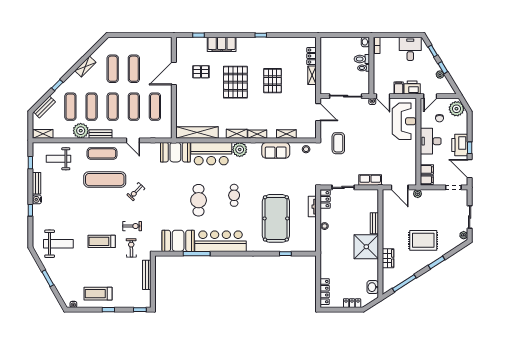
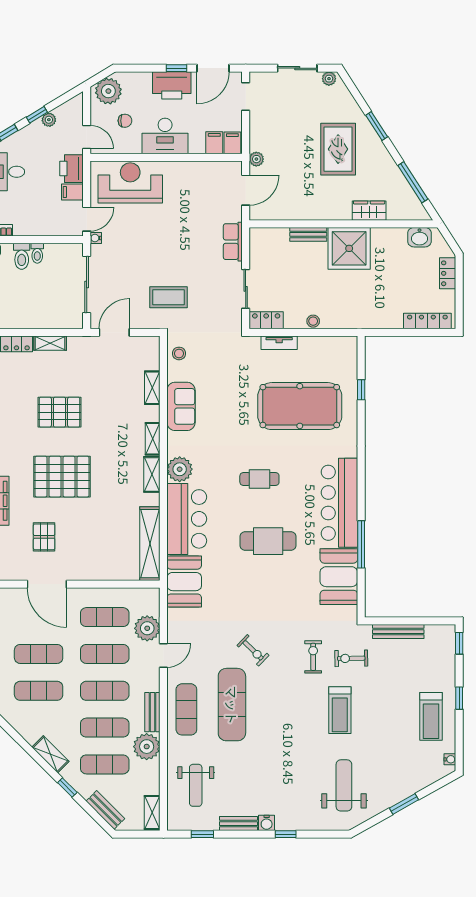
shelving: (85, 67) -> (51, 754), moved
plant: (149, 131) -> (147, 628), added

